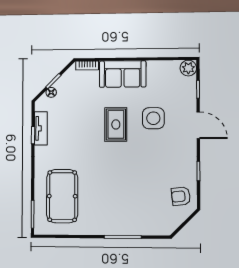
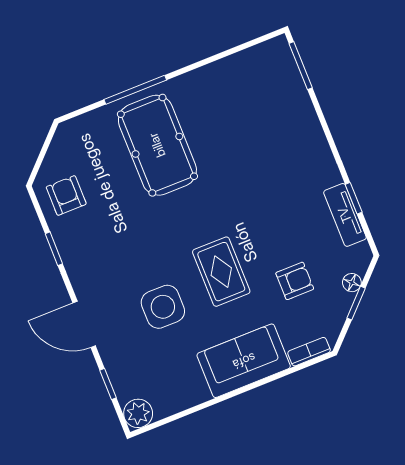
armchair: (80, 105) -> (295, 281), added
pool table: (62, 196) -> (157, 145), moved
armchair: (181, 196) -> (66, 195), turned -84

